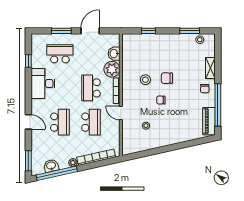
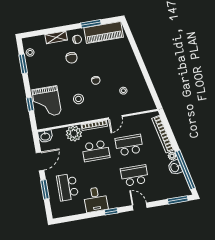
door: (90, 31) -> (40, 161), swing flipped
grand piano: (148, 48) -> (47, 102), added
washbasin: (114, 54) -> (45, 136), moved
window: (28, 61) -> (111, 211), moved
chair: (167, 78) -> (72, 58), moved
desk: (43, 83) -> (96, 199), width x0.73
window: (218, 105) -> (91, 24), width x0.47
piano: (209, 121) -> (104, 33), width x1.37, depth x1.33
door: (28, 122) -> (140, 206), hinge flipped
washbasin: (51, 166) -> (175, 167), moved

